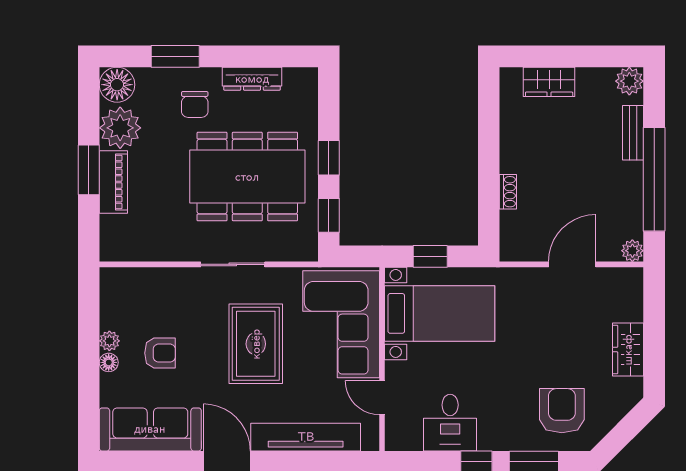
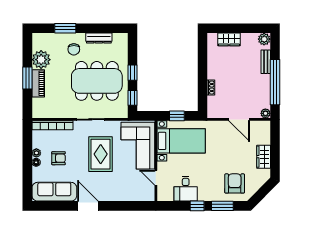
floor lamp: (117, 85) -> (40, 41), removed
door: (572, 264) -> (239, 119), swing flipped
bookcase: (146, 278) -> (52, 125), added
tv unit: (306, 437) -> (122, 195), removed

